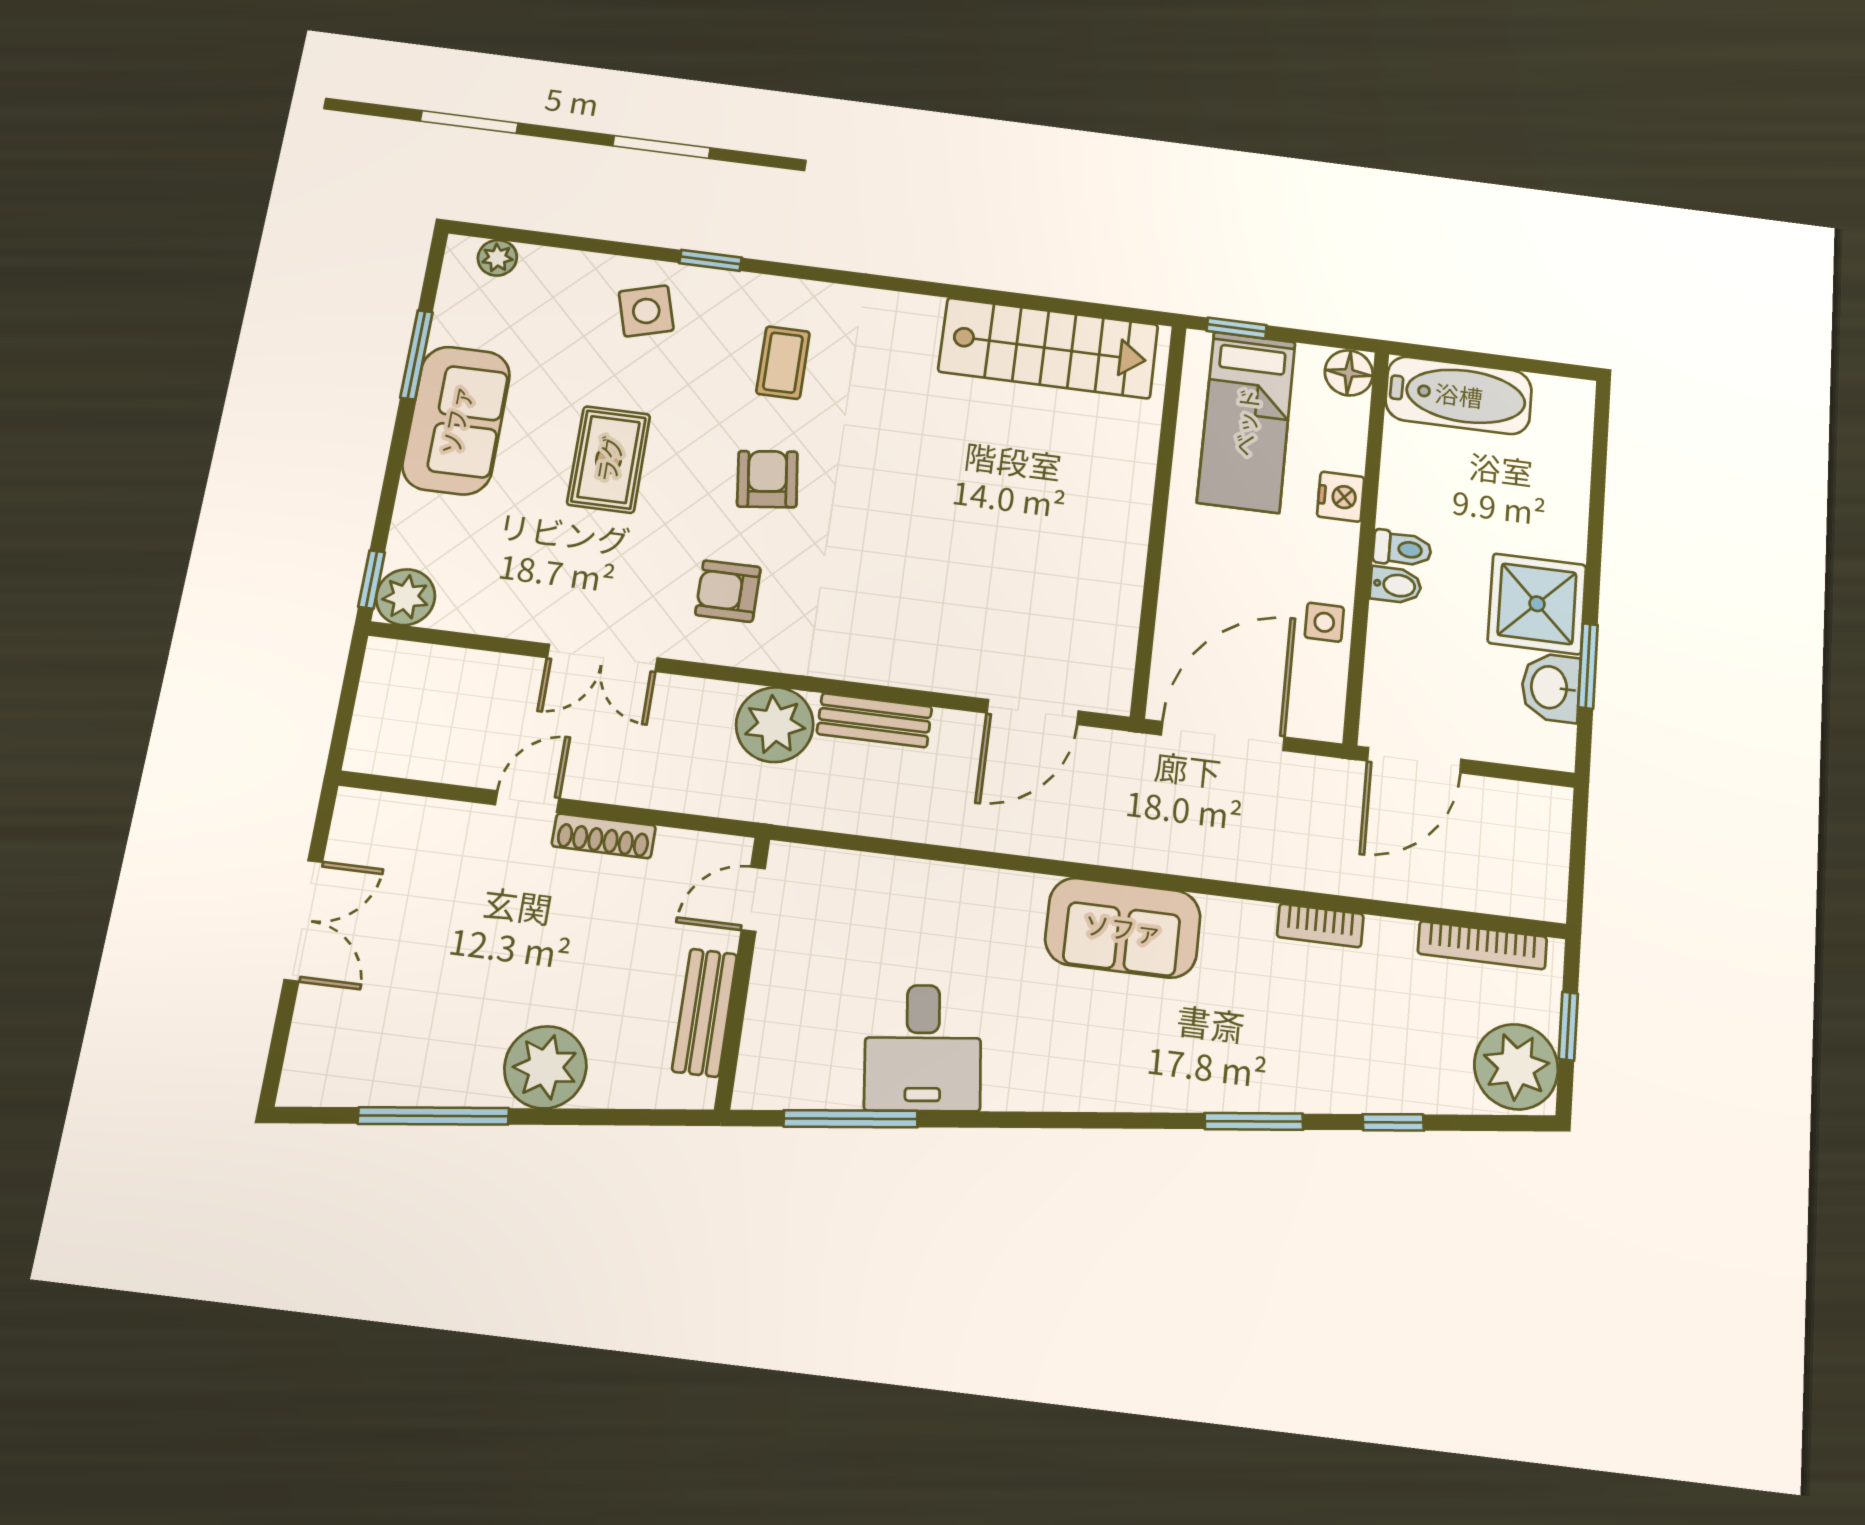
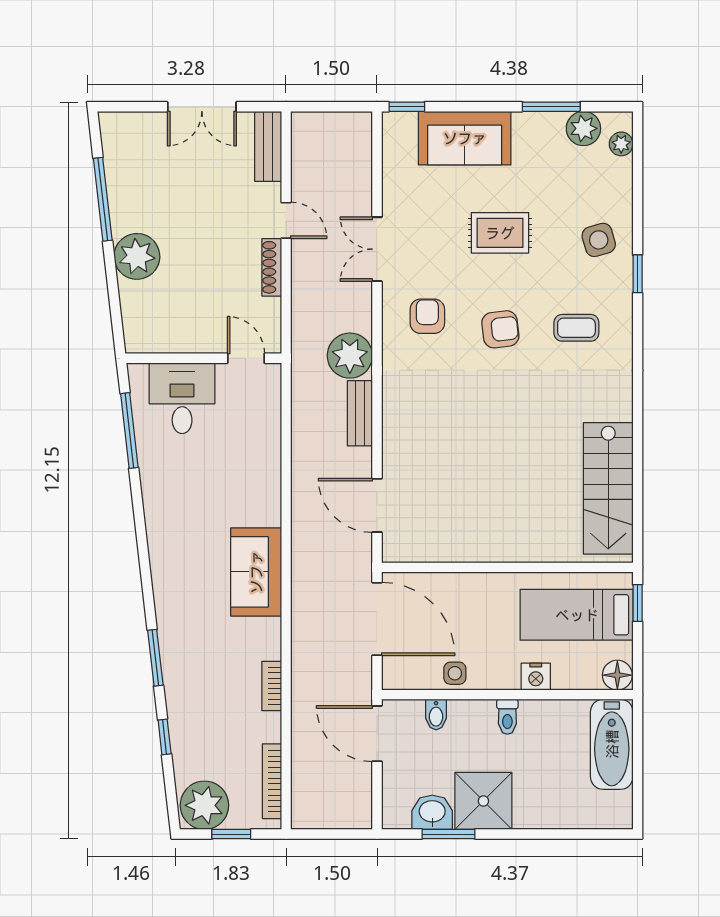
sofa: (456, 420) -> (465, 138), moved
bidet: (1396, 585) -> (436, 714), moved
plant: (406, 597) -> (583, 128), moved
bench: (705, 1013) -> (268, 146), moved, turned 90
desk: (923, 1048) -> (182, 398), moved, turned 97

